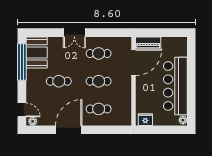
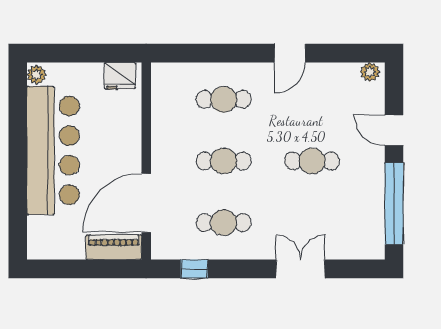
double door: (74, 33) -> (300, 269), moved
window: (112, 33) -> (194, 269), added
booth: (37, 52) -> (361, 225), removed
door: (22, 110) -> (394, 130), moved
door: (69, 130) -> (290, 53), width x0.53

